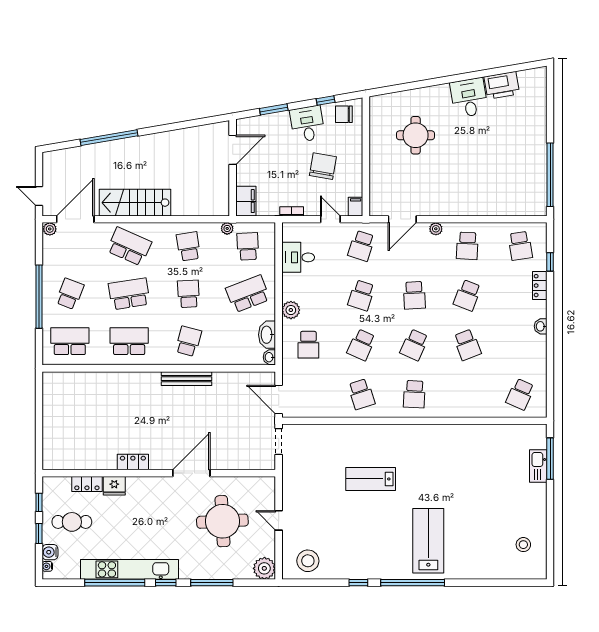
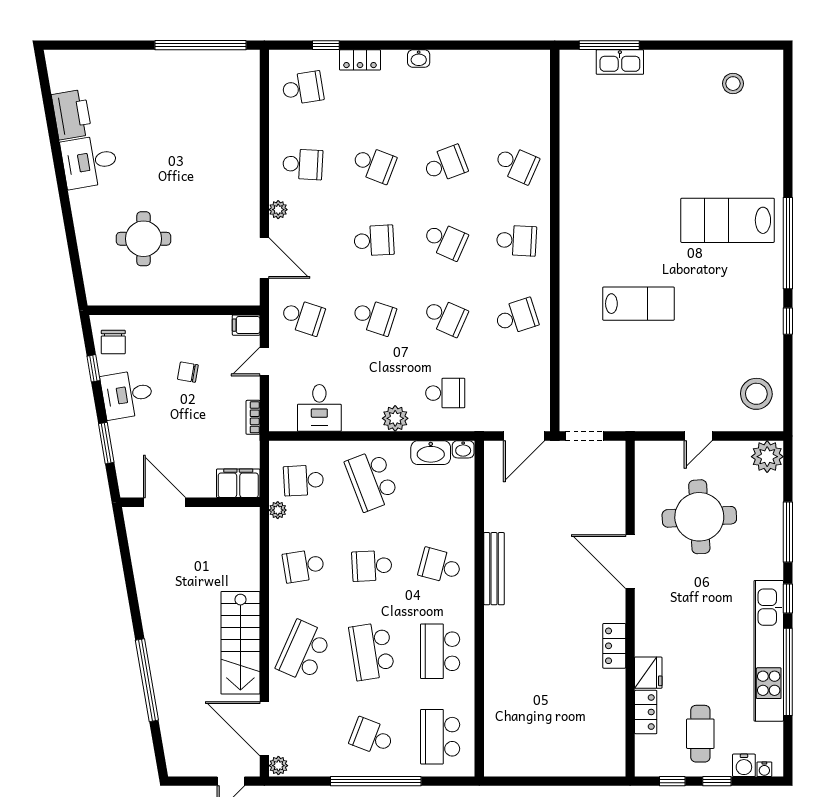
chair: (323, 166) -> (188, 372), width x0.54, depth x0.54
school desk: (520, 394) -> (516, 164), moved
lab bench: (371, 479) -> (638, 304), turned -90

